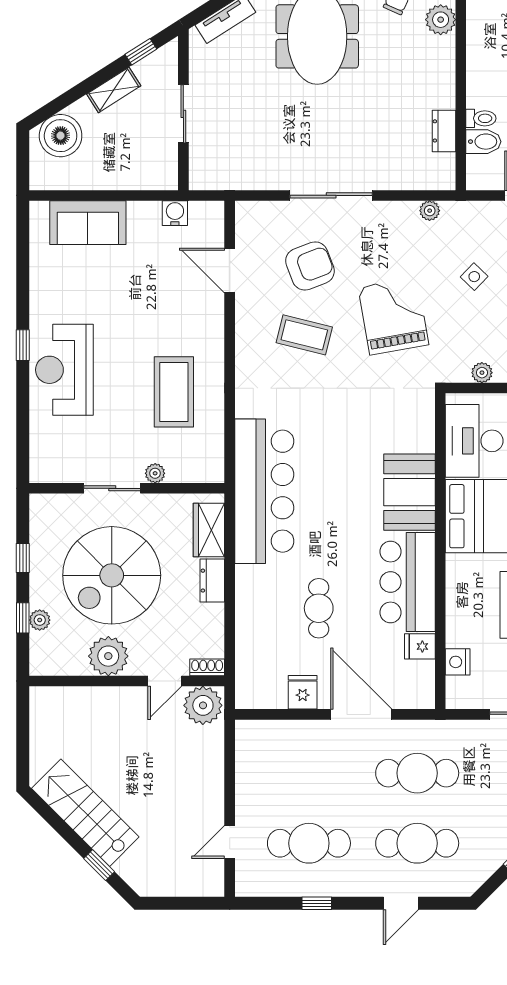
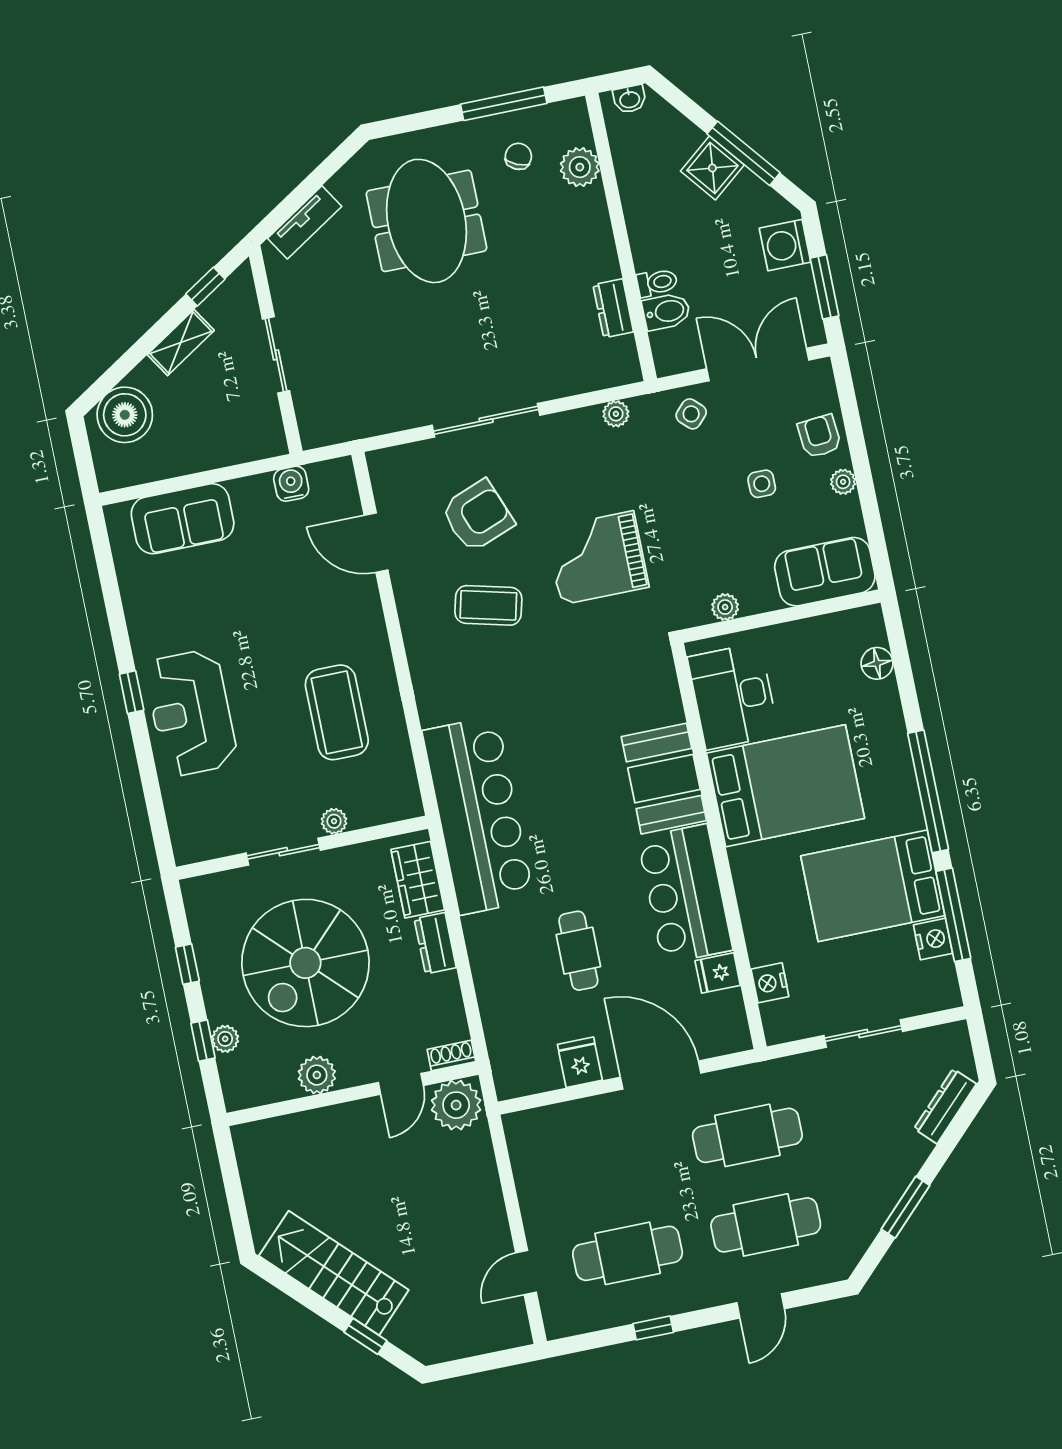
side table: (474, 277) -> (691, 414), moved
grand piano: (393, 316) -> (597, 558), turned -80
plant: (108, 656) -> (317, 1075), width x0.73, depth x0.73

